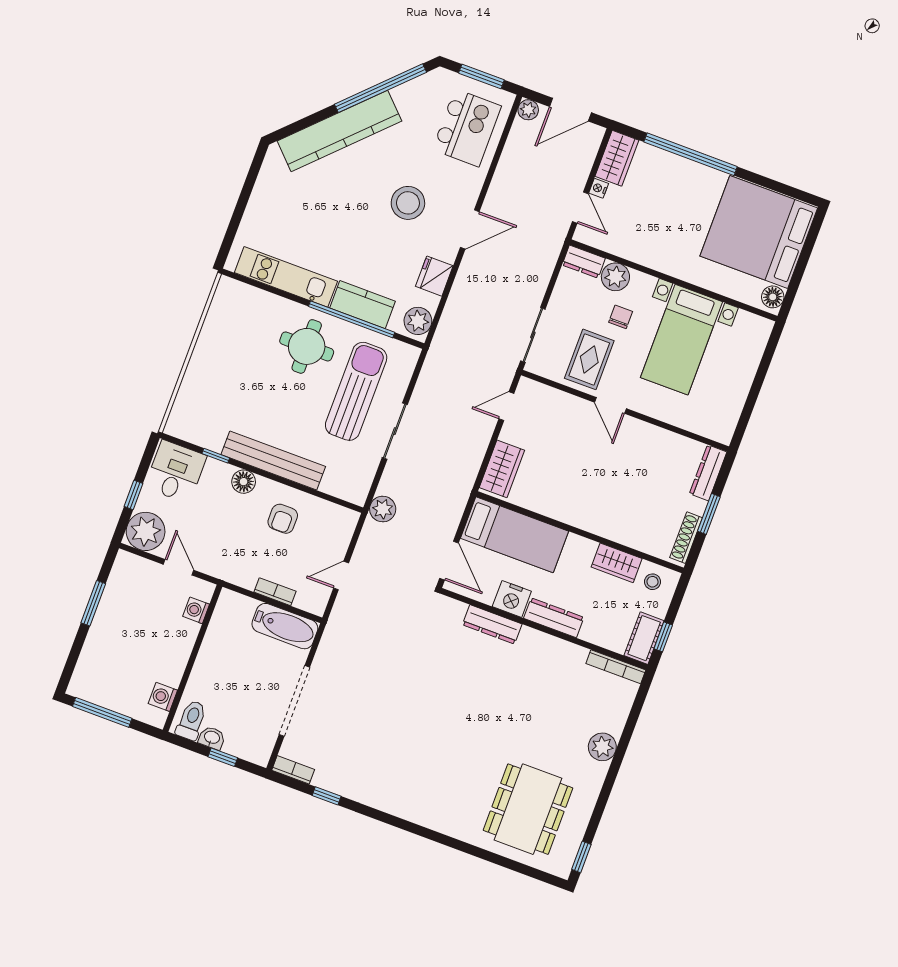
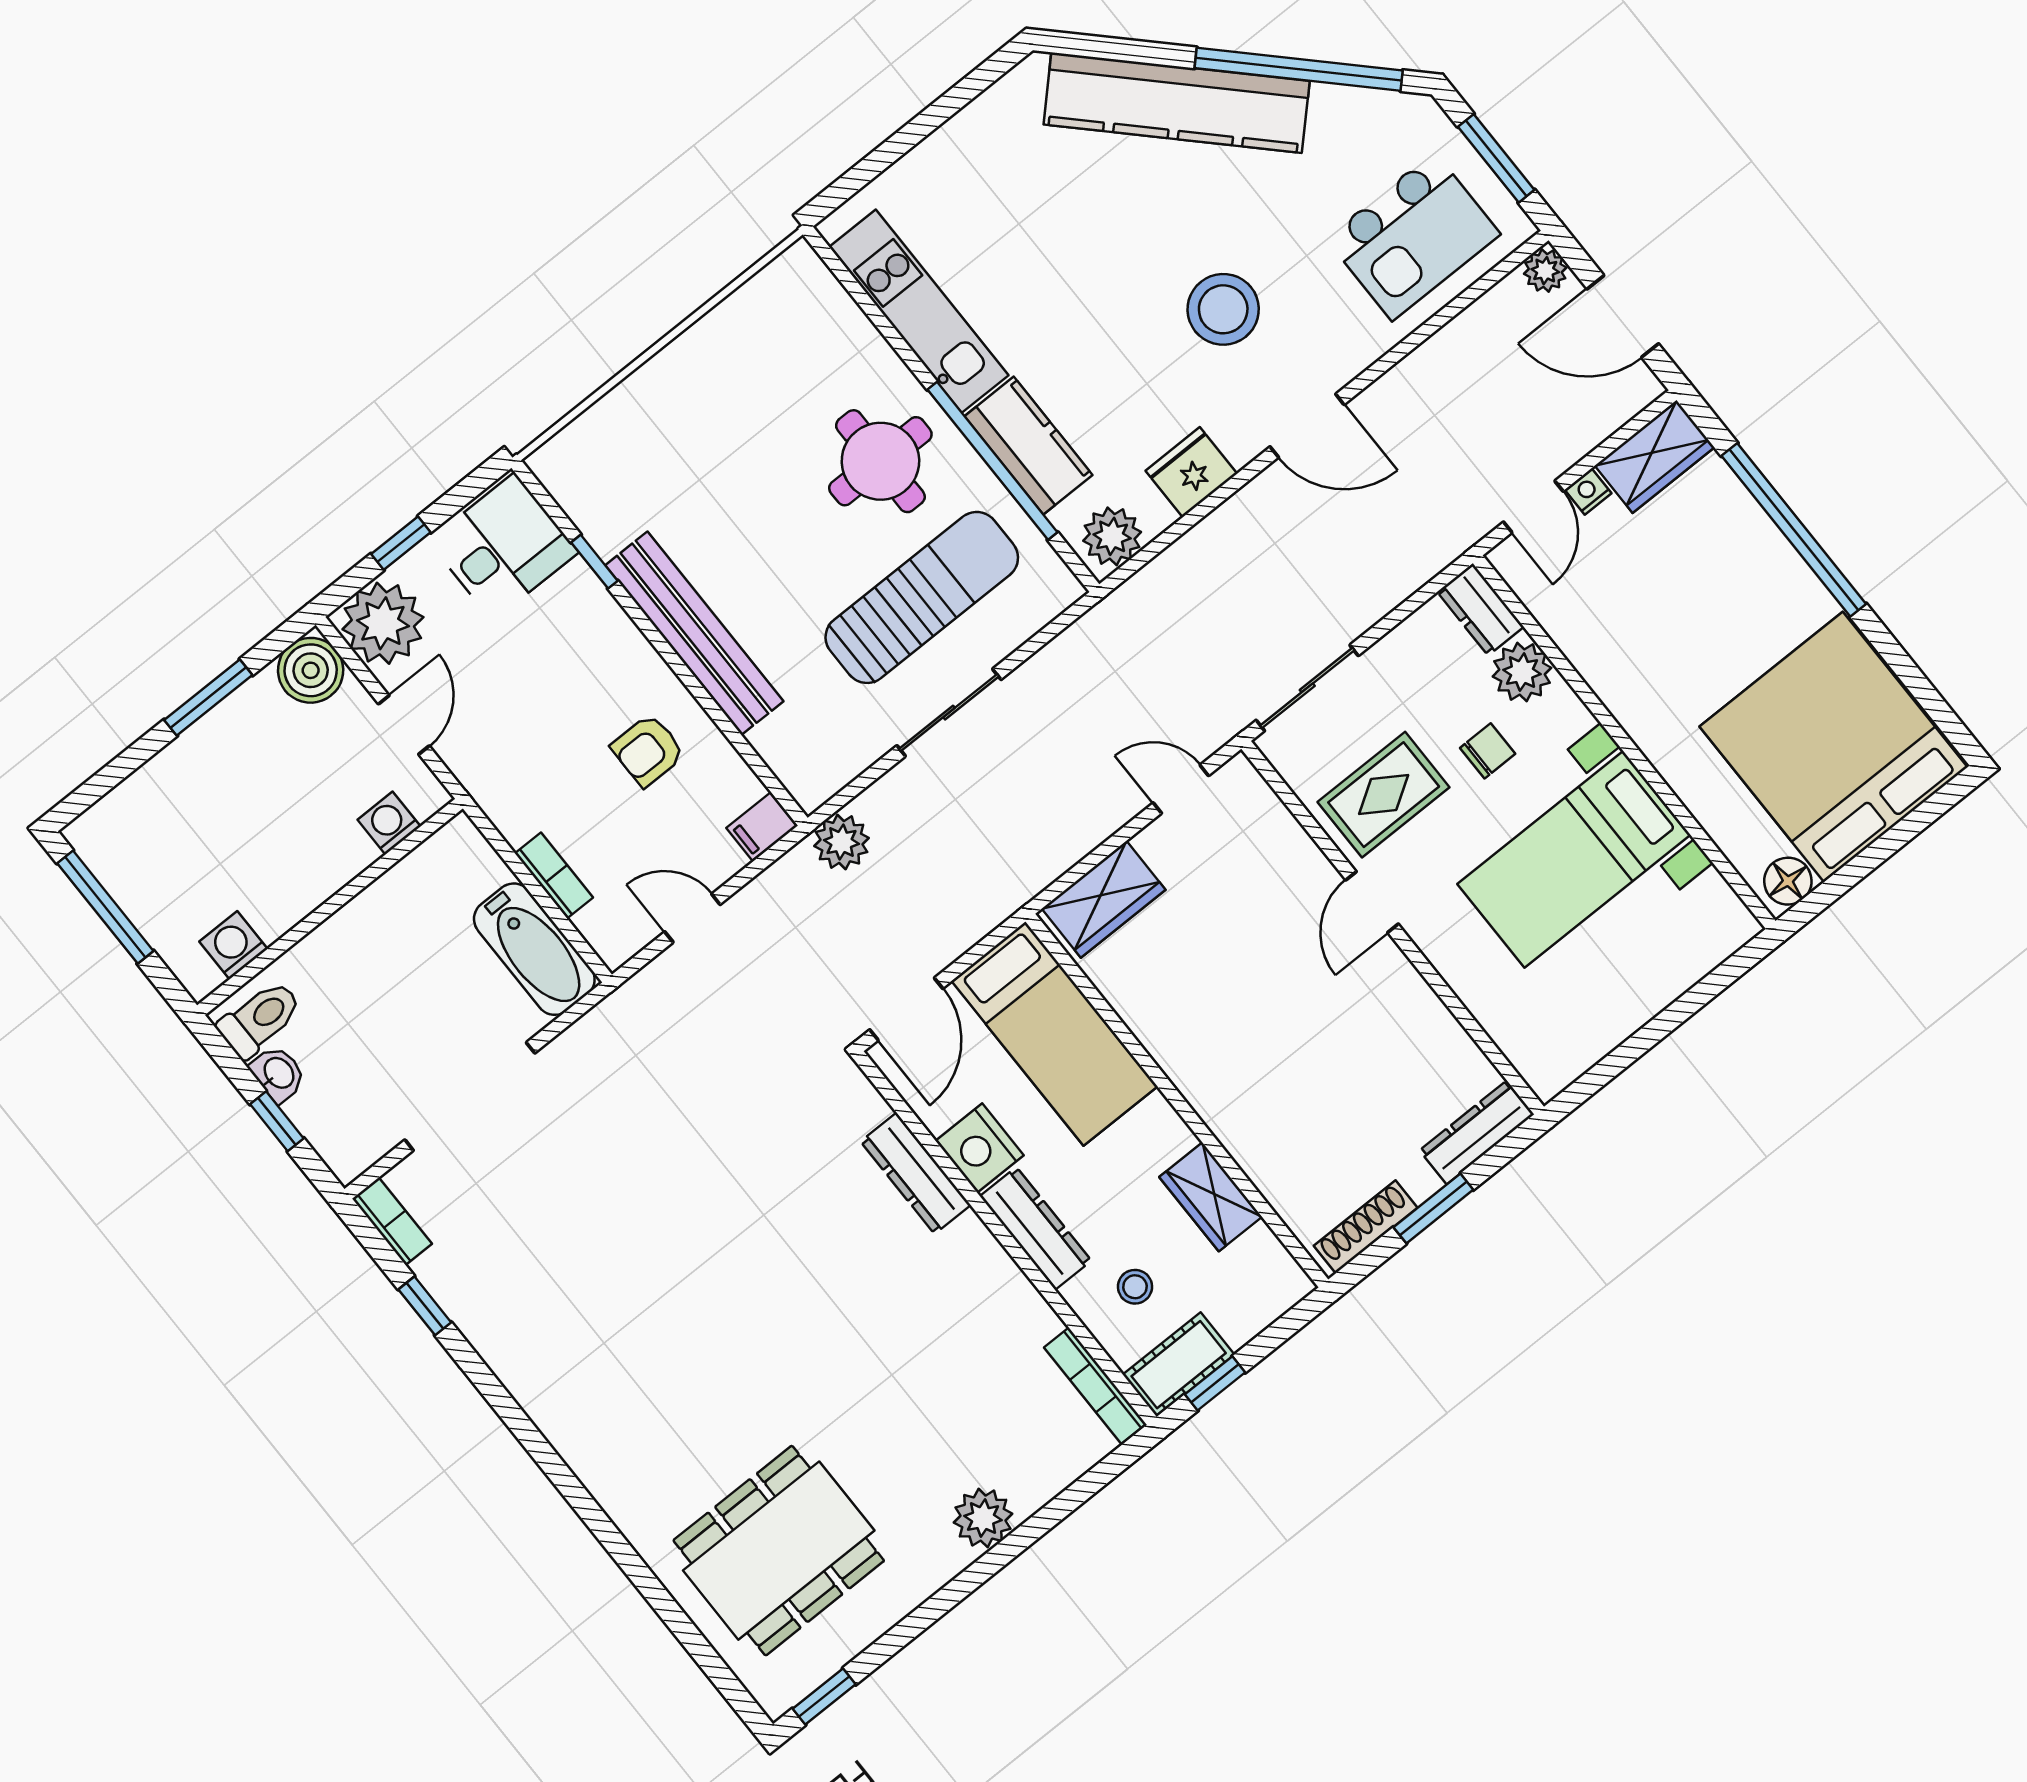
floor lamp: (244, 482) -> (617, 639), removed
filing cabinet: (347, 522) -> (762, 827), added
boiler: (128, 568) -> (311, 670), added
stool: (652, 582) -> (1135, 1287), moved

